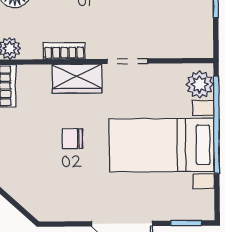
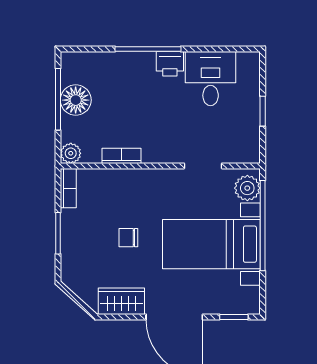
doorway: (127, 61) -> (203, 166), moved
wardrobe: (77, 79) -> (121, 301), moved, turned 180

